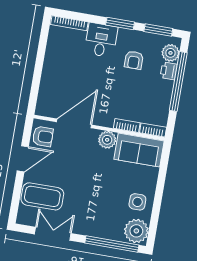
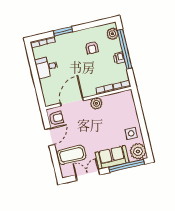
window: (120, 23) -> (63, 31), moved
window: (158, 30) -> (99, 23), removed
desk: (101, 40) -> (47, 67), moved, turned -90
printer: (169, 71) -> (119, 58), moved
sofa: (139, 150) -> (112, 157), moved, turned 180

